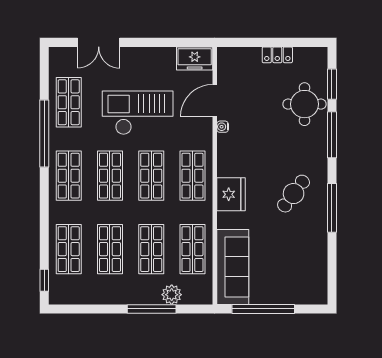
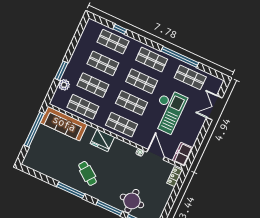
locker: (277, 55) -> (175, 177), moved
window: (44, 280) -> (120, 29), moved
window: (152, 309) -> (61, 71), width x0.69

